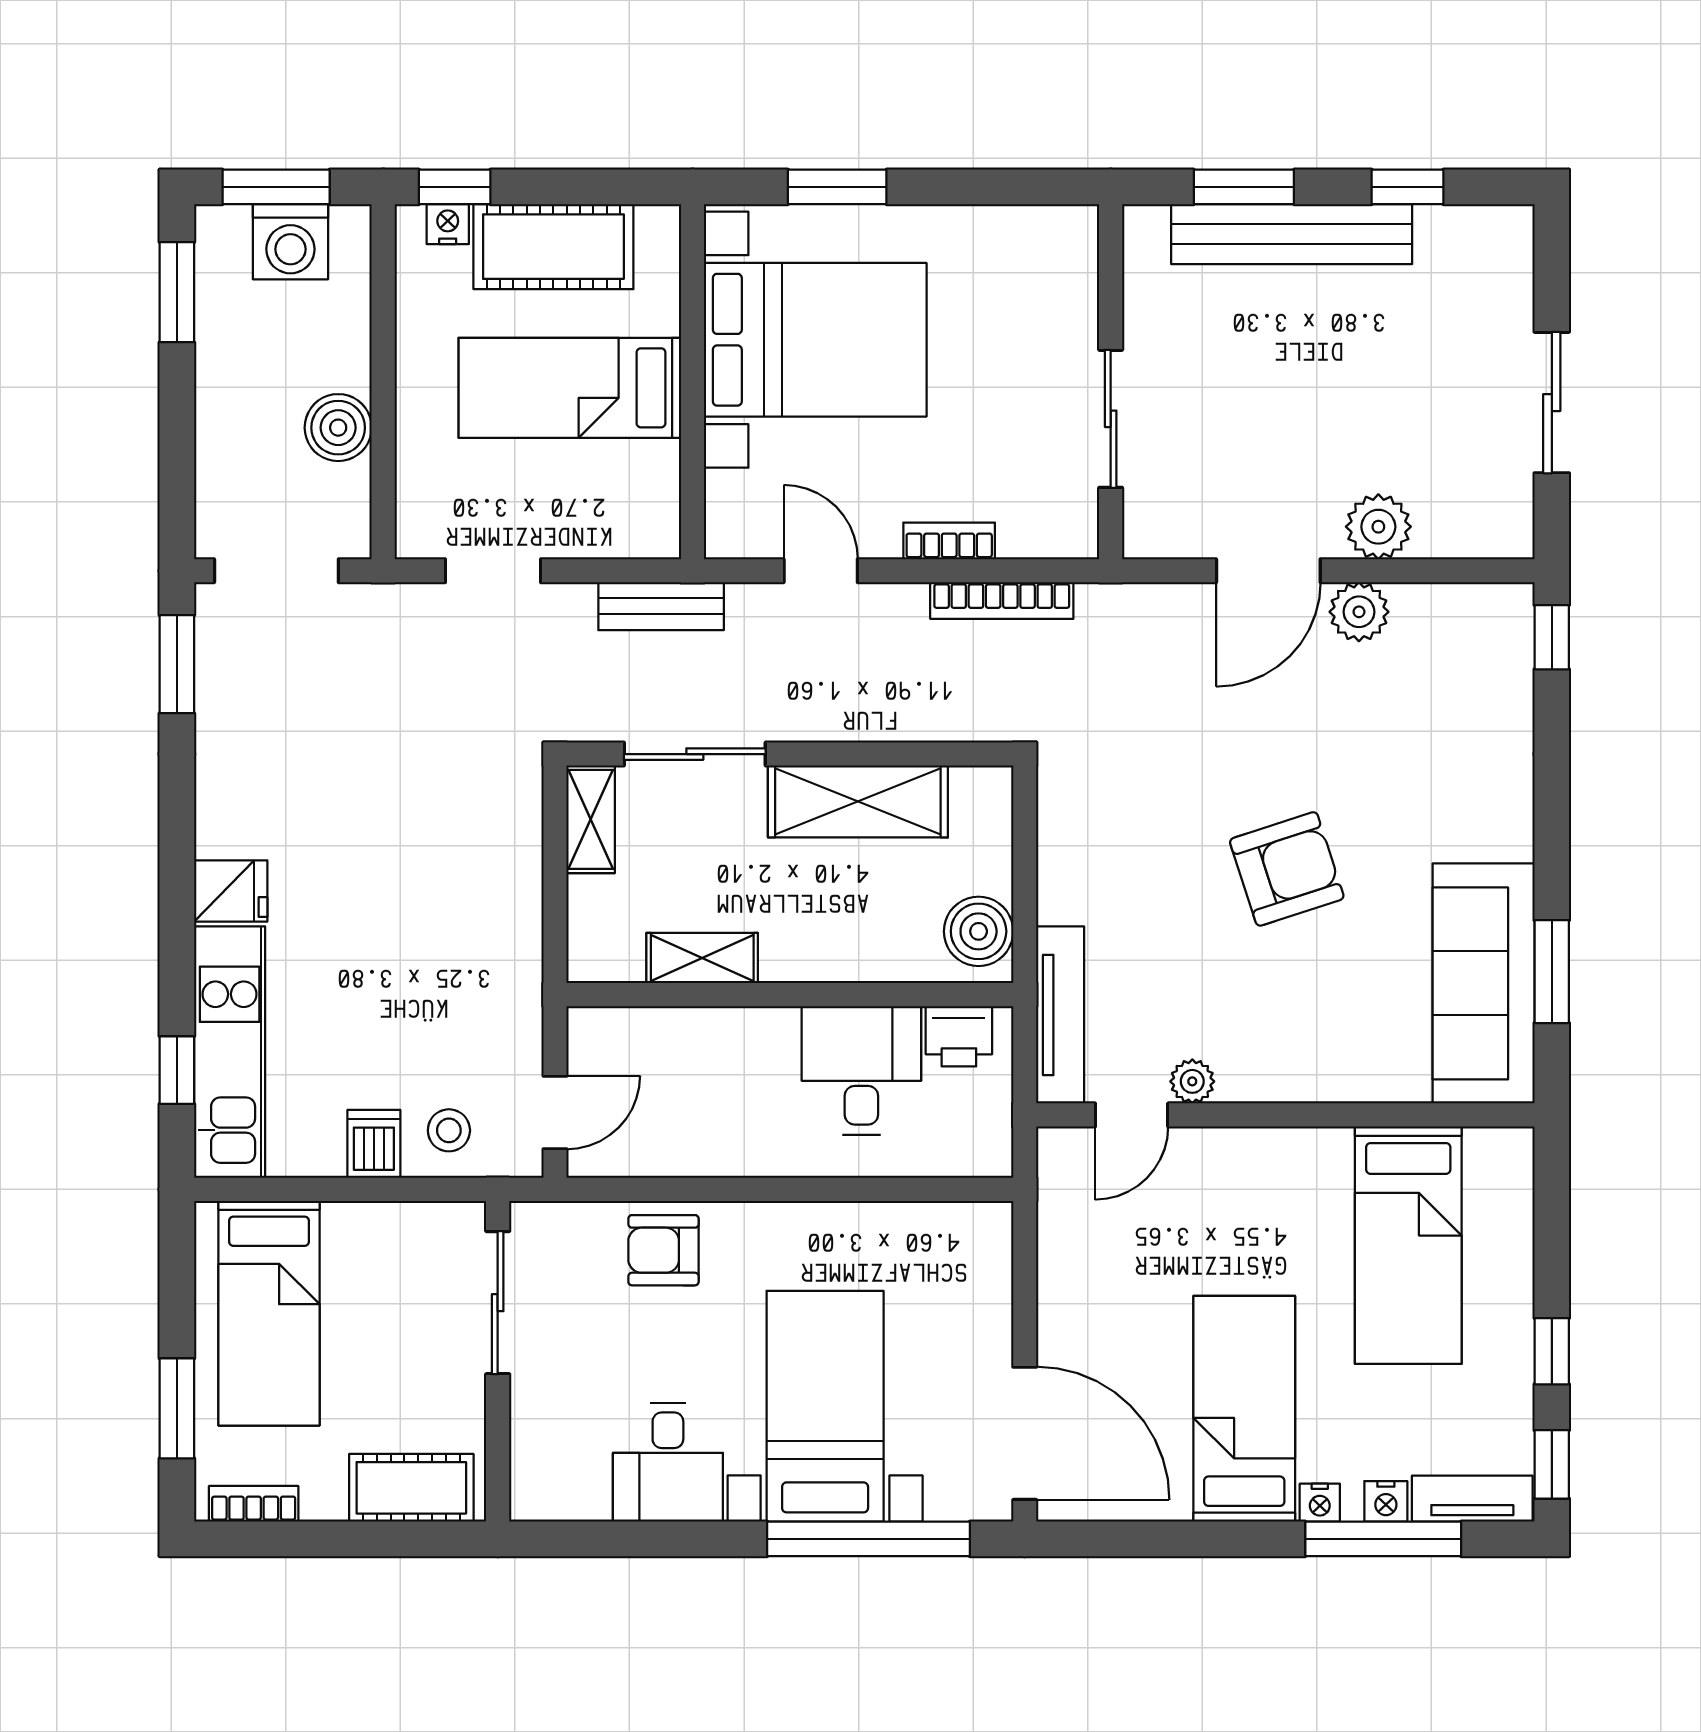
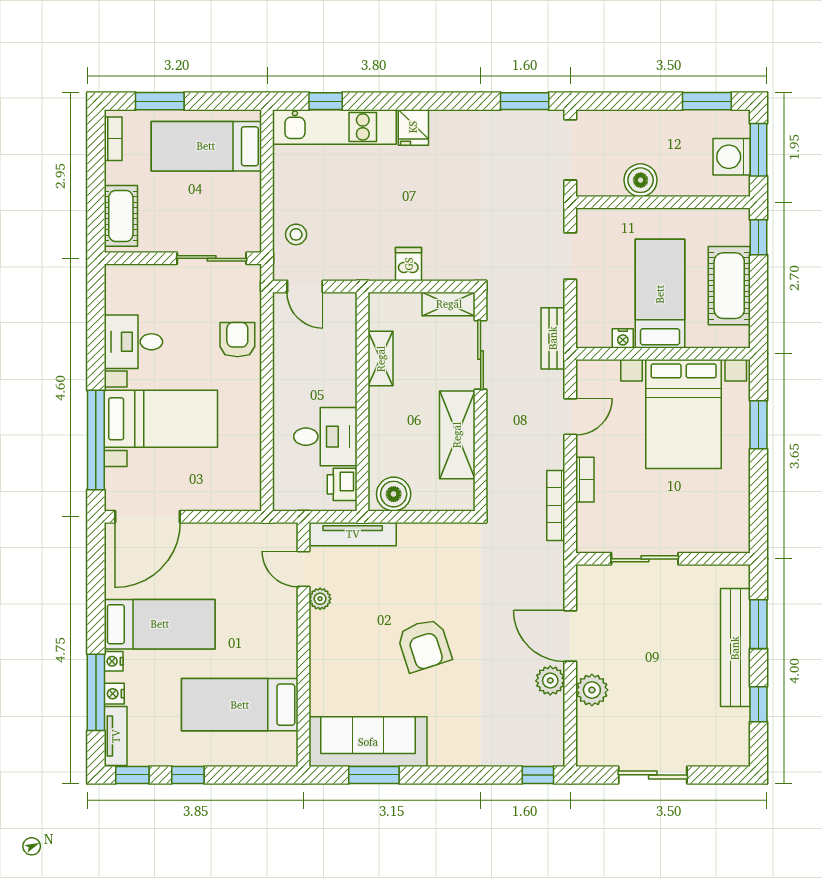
nightstand: (448, 224) -> (623, 338), moved, turned 90
dishwasher: (374, 1144) -> (409, 264), moved, turned -90

